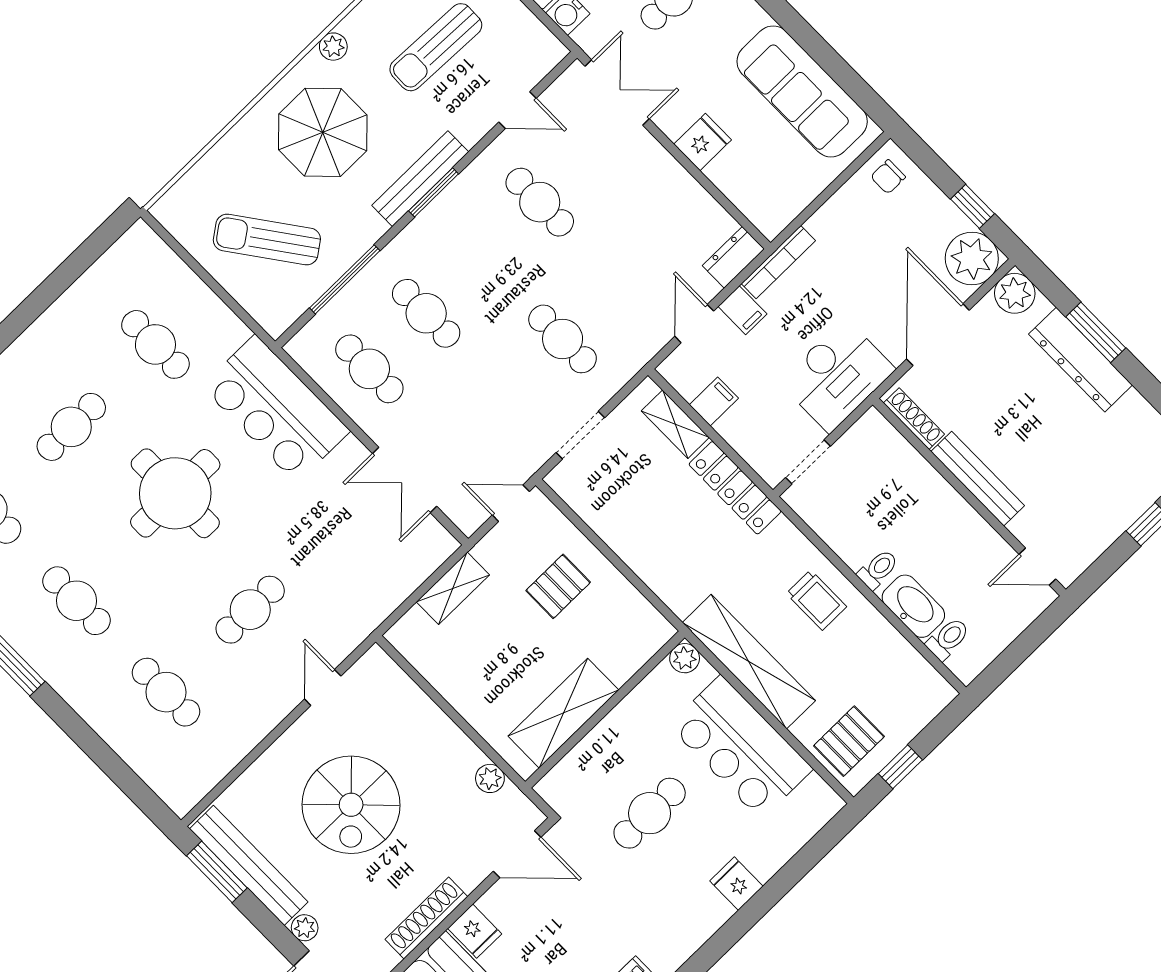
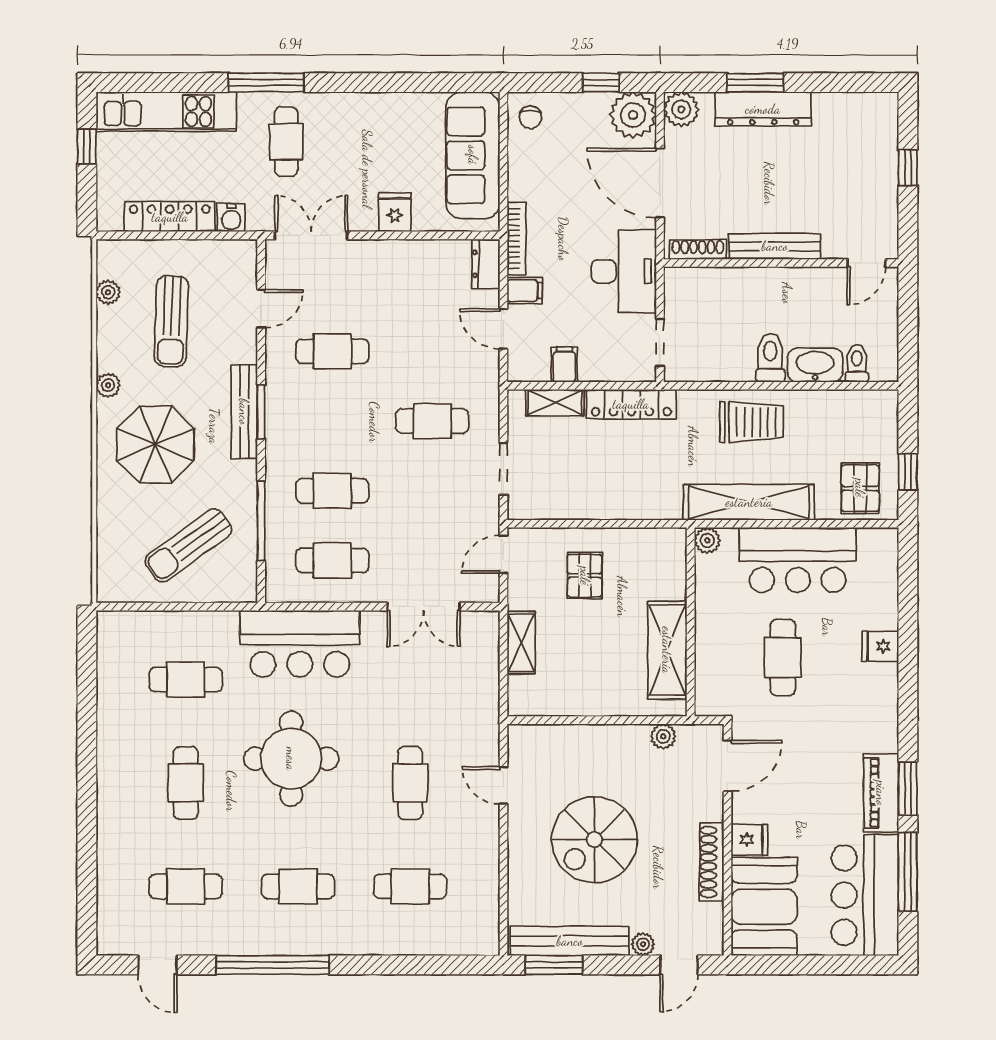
sofa: (802, 91) -> (473, 155), moved, turned 90
toilet: (878, 569) -> (770, 358), width x1.37, depth x1.39
trolley: (816, 600) -> (752, 422), width x1.36, depth x1.39
spiral stairs: (351, 805) -> (594, 840), turned 90

